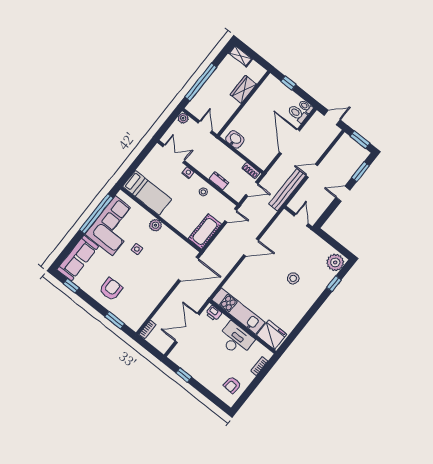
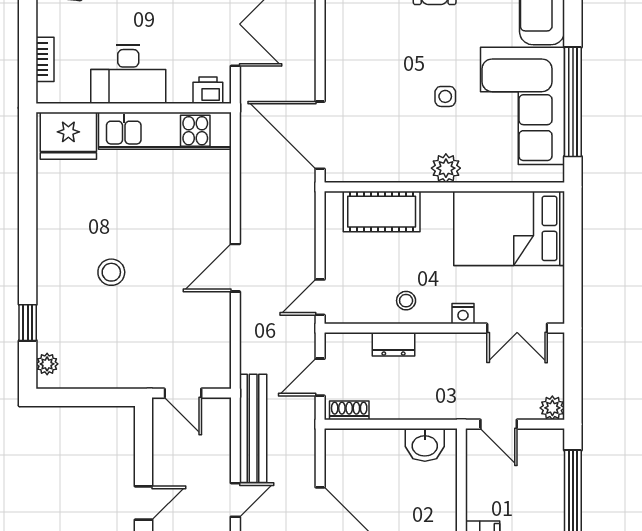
bed: (147, 193) -> (509, 228), width x1.50
cot: (205, 231) -> (382, 212), moved, turned 90
plant: (335, 262) -> (47, 364), width x0.53, depth x0.53
door: (188, 269) -> (320, 135), hinge flipped

